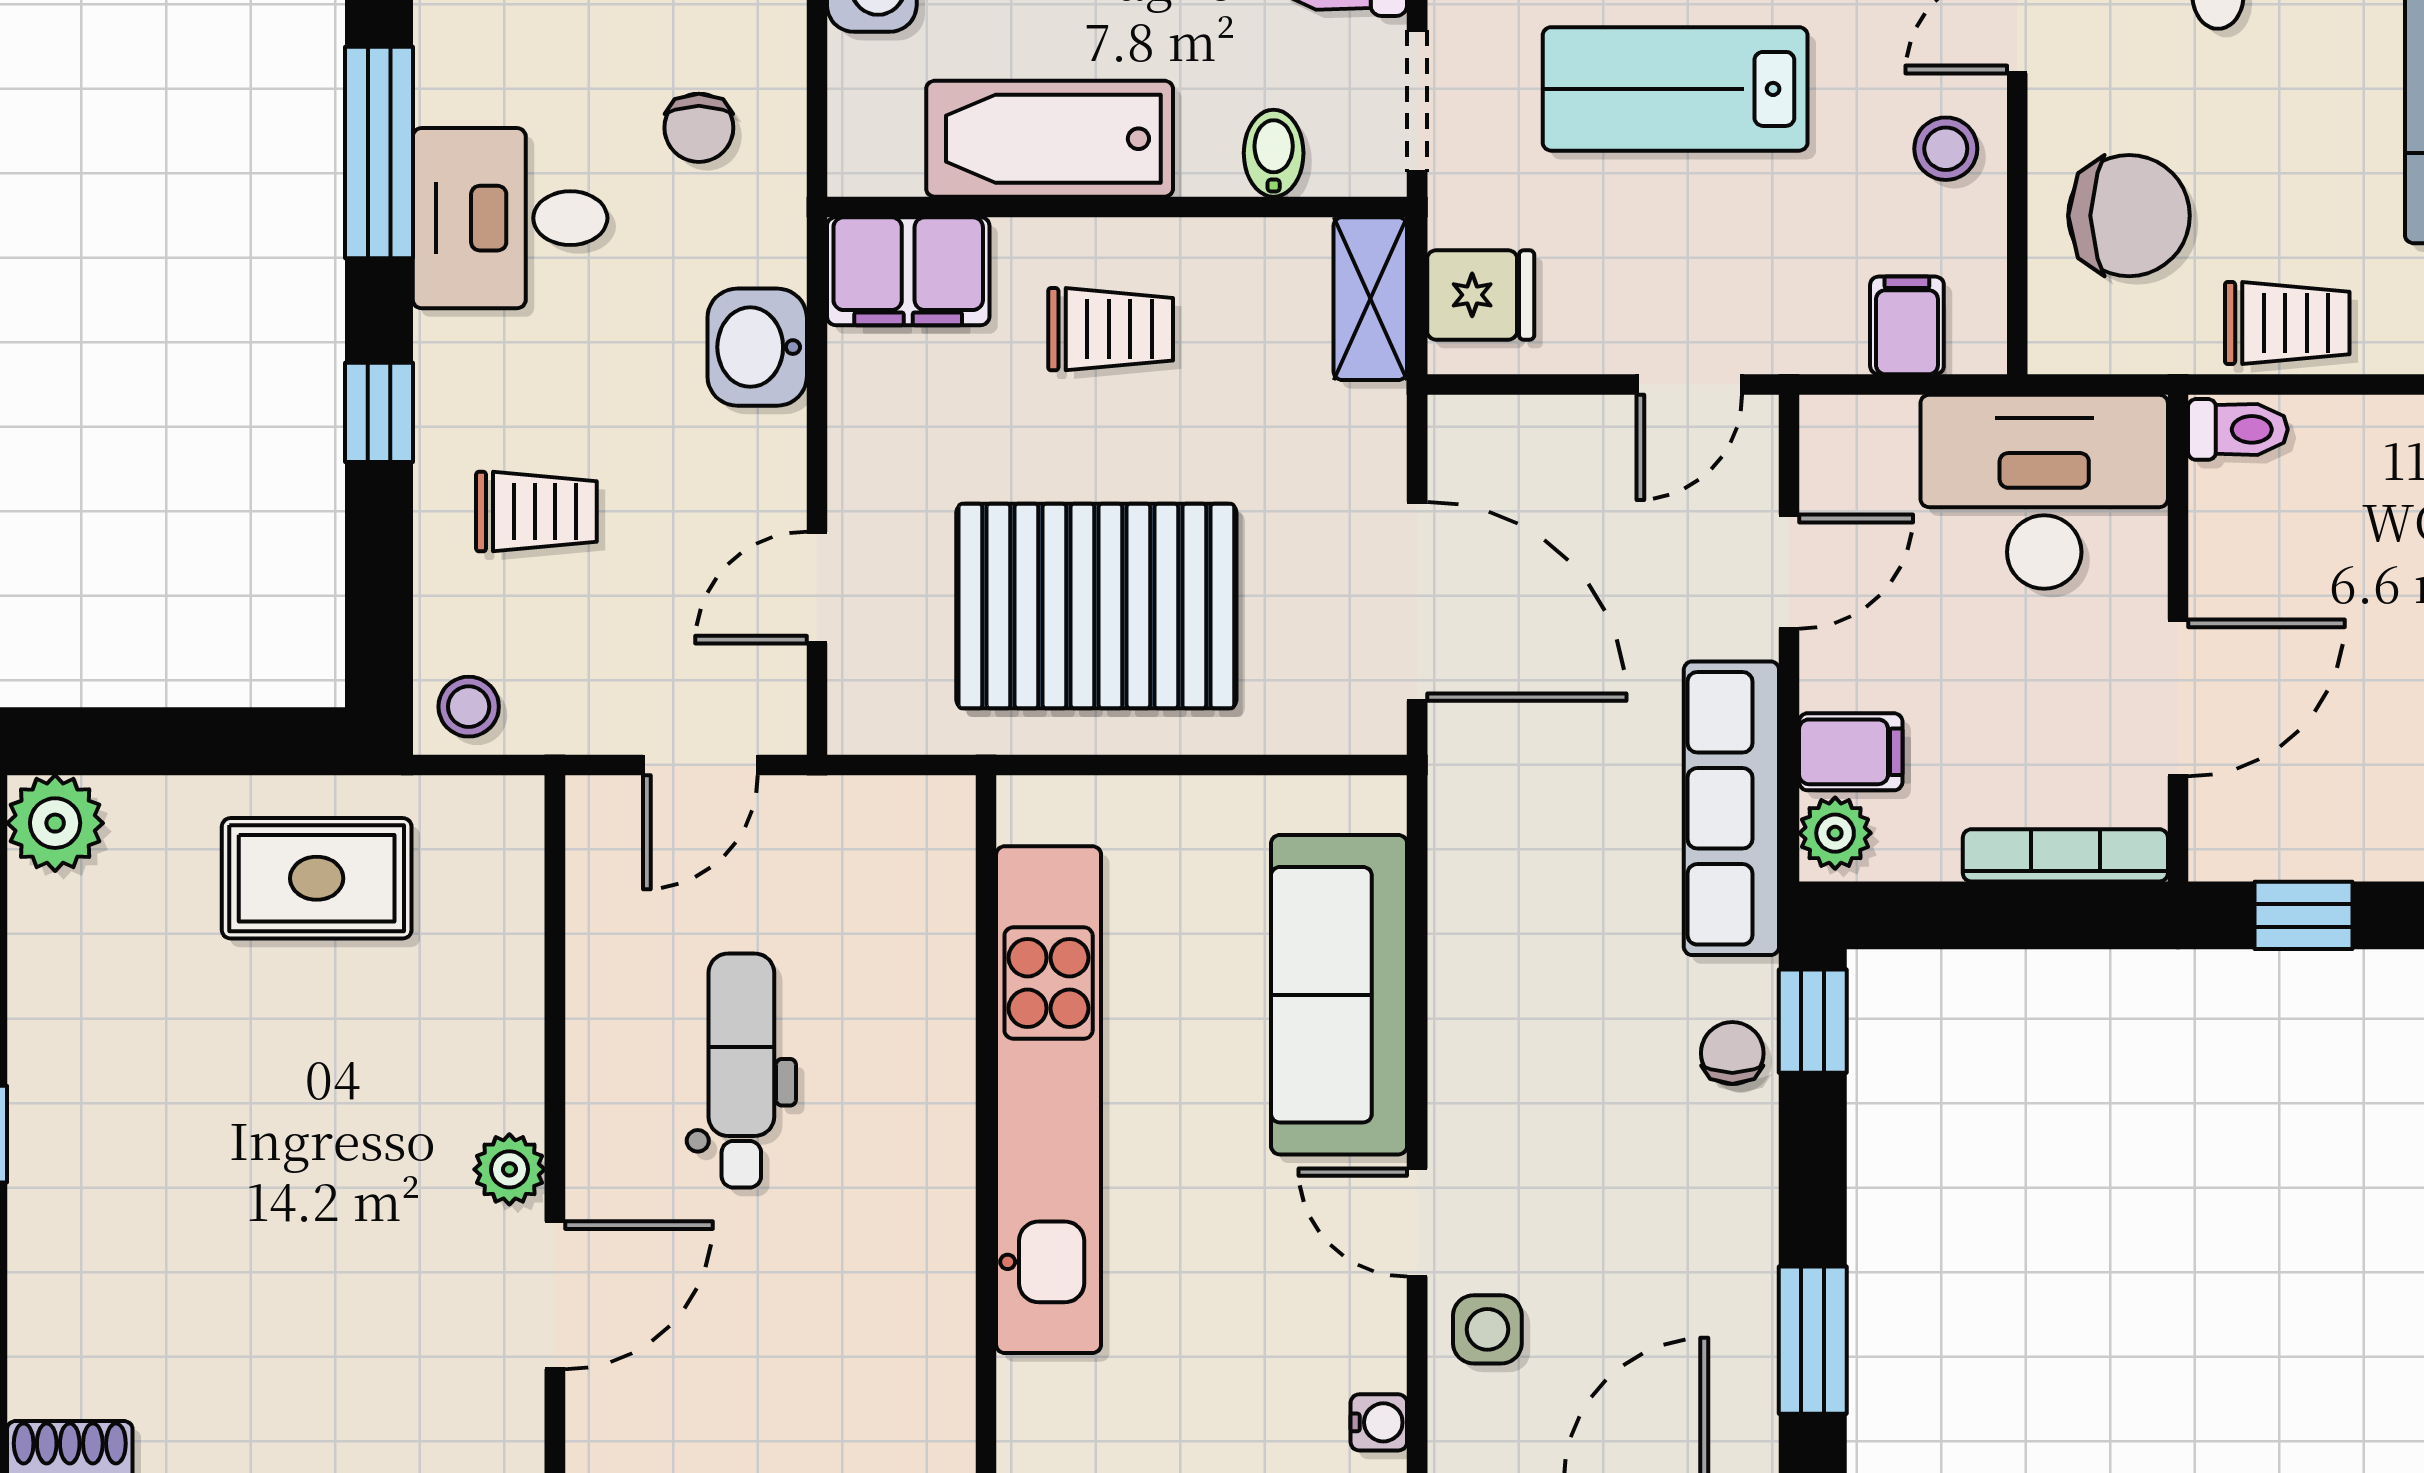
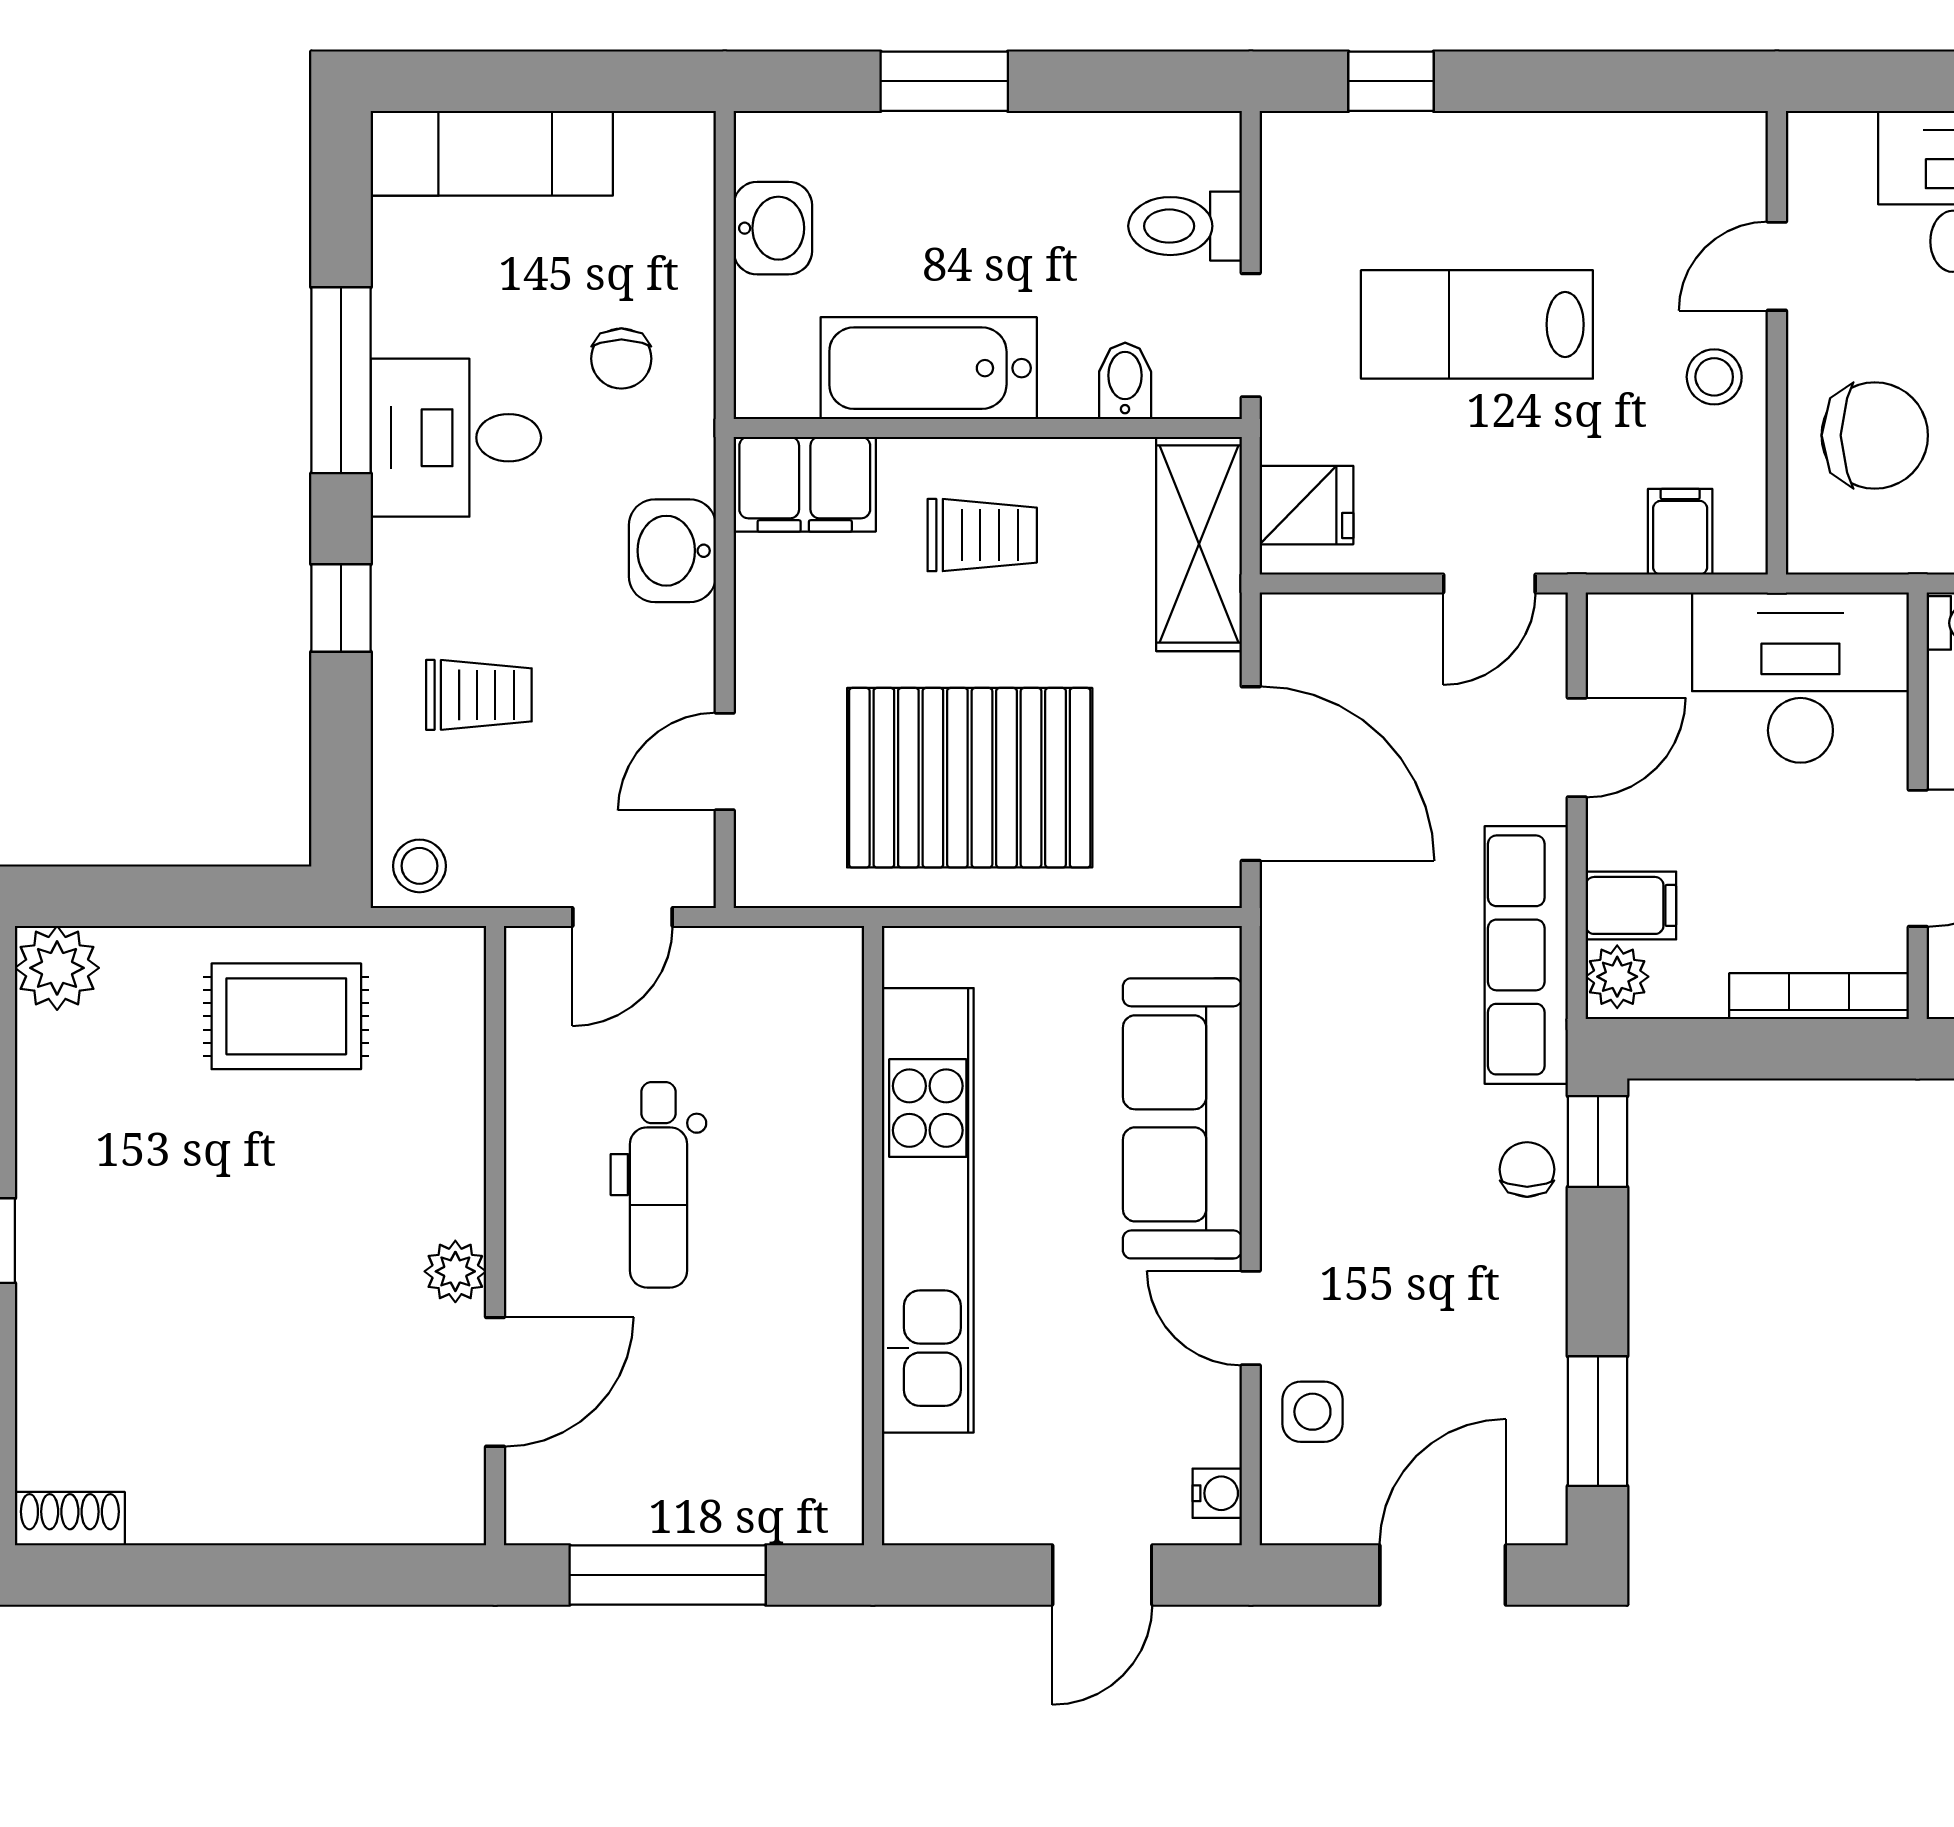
shelving: (1370, 299) -> (1199, 544), width x1.50, depth x1.33
dental chair: (741, 1071) -> (658, 1185), turned 180

